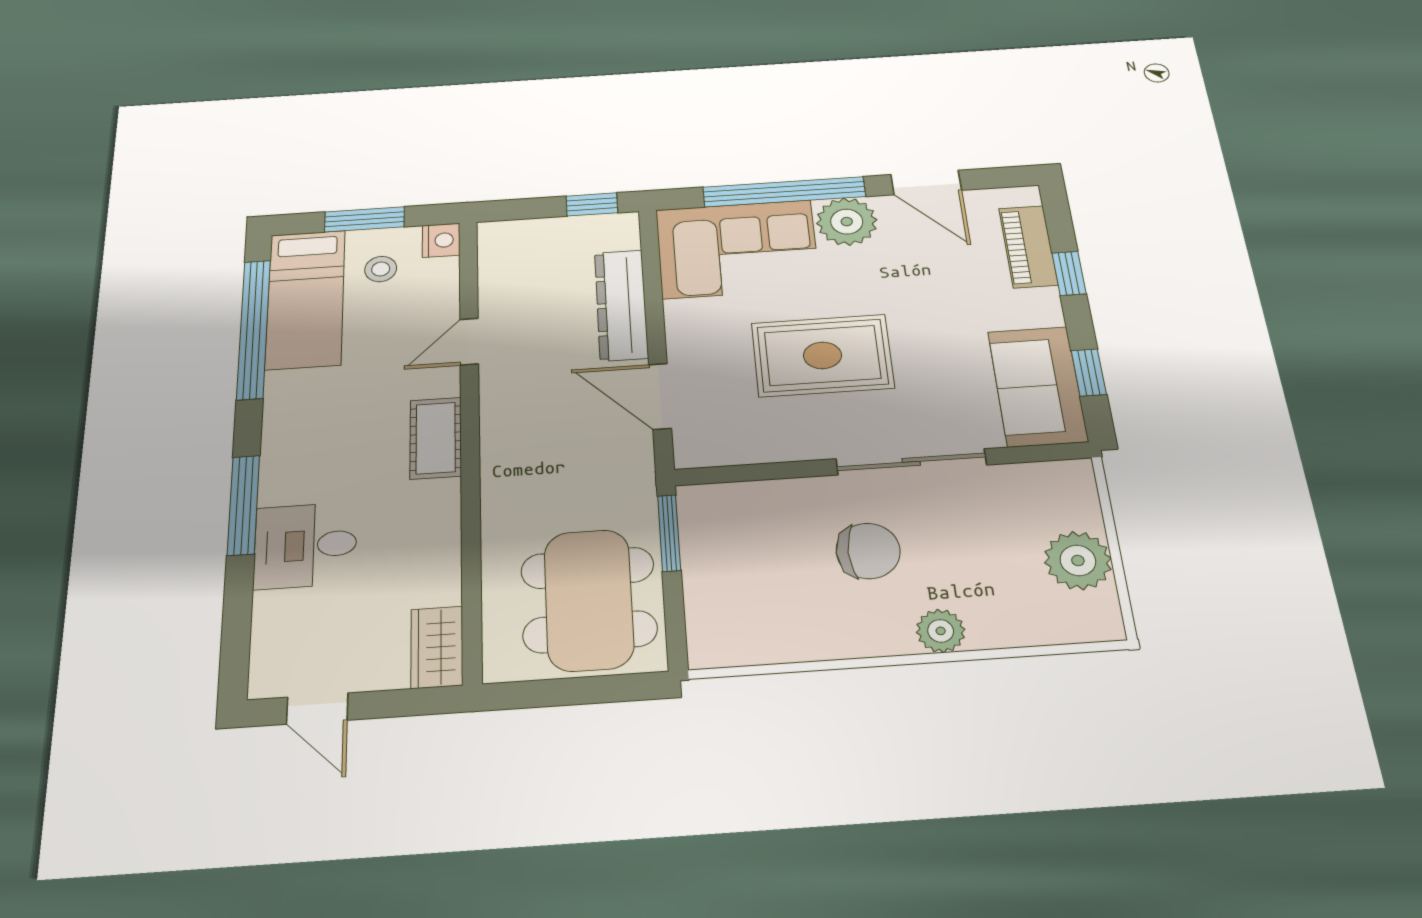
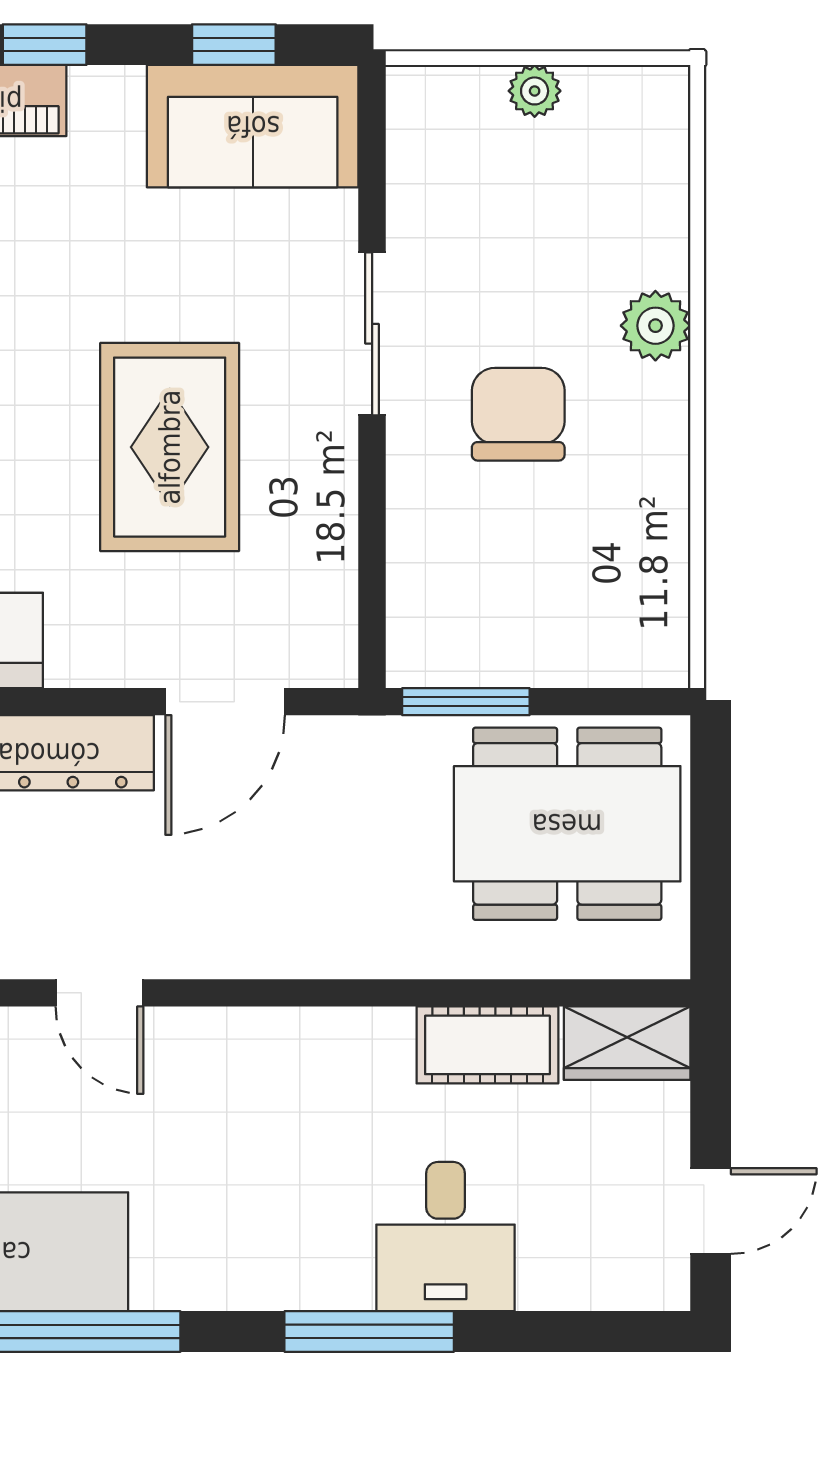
cot: (436, 438) -> (487, 1045), moved
sliding door: (911, 462) -> (372, 334), width x0.73
plant: (1078, 560) -> (535, 91), width x0.53, depth x0.53

